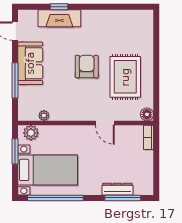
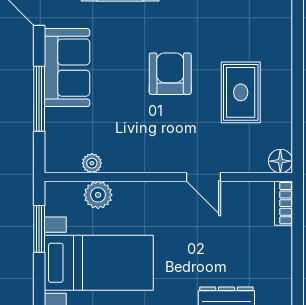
rug: (125, 77) -> (241, 92), width x0.73, depth x0.70
plant: (31, 133) -> (98, 195), moved

